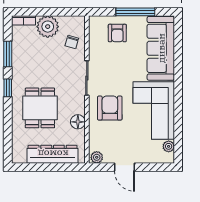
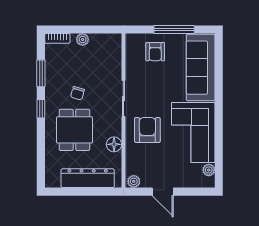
plant: (48, 27) -> (83, 40), width x0.53, depth x0.53
chair: (72, 42) -> (78, 93), moved

